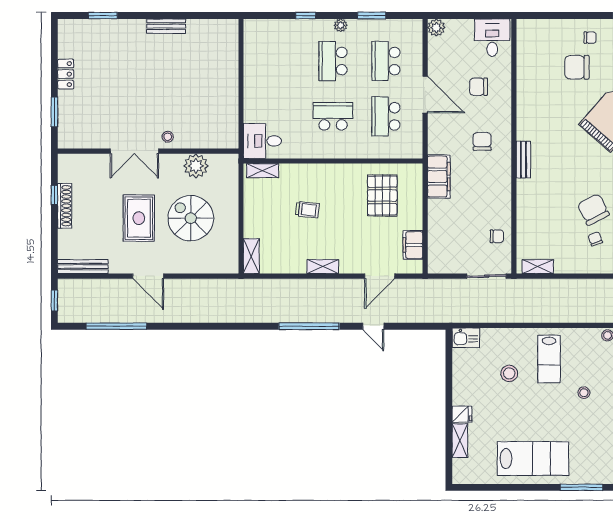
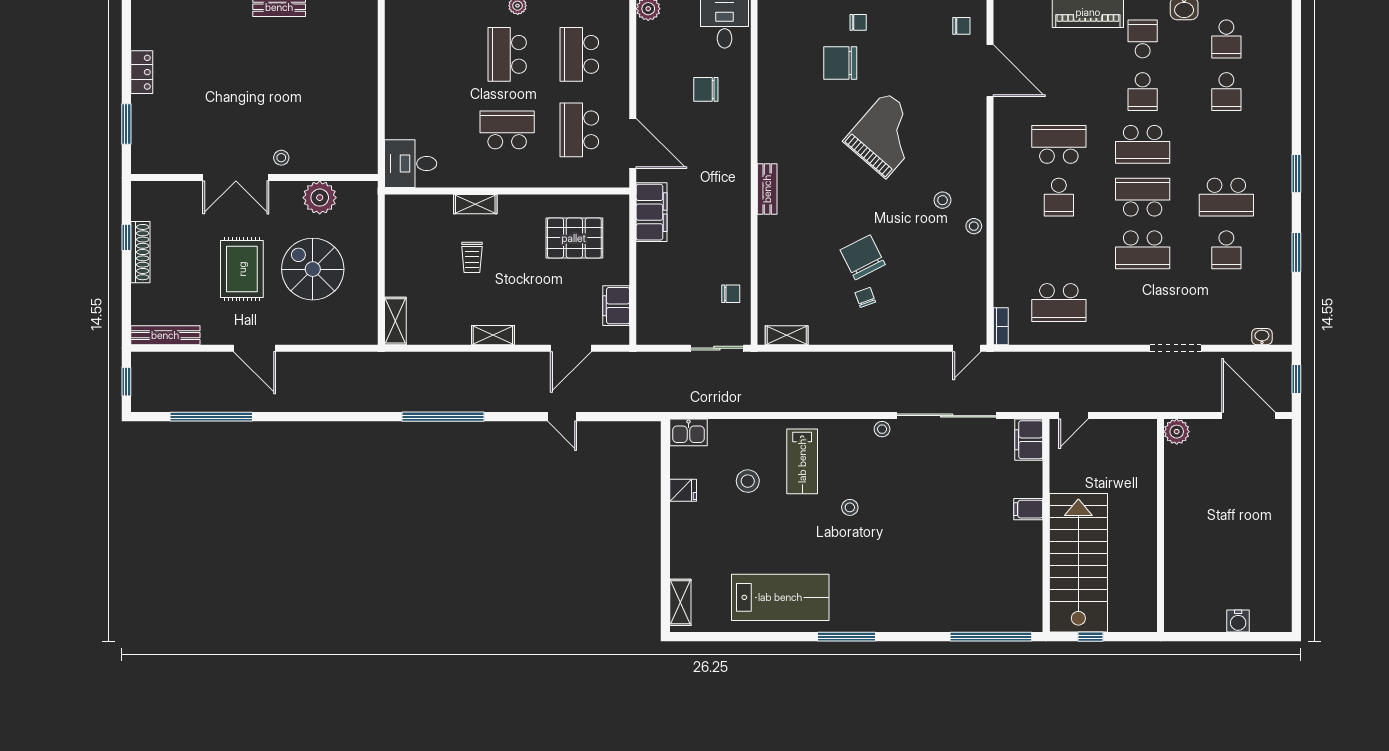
door: (425, 95) -> (633, 143), moved
chair: (482, 141) -> (711, 164), removed
shelving: (263, 171) -> (475, 204), moved
pallet: (382, 195) -> (574, 238), turned 90
trolley: (307, 210) -> (472, 257), turned 84
window: (309, 326) -> (443, 417), moved
fridge: (462, 414) -> (683, 490), moved
shelving: (460, 441) -> (680, 602), moved

